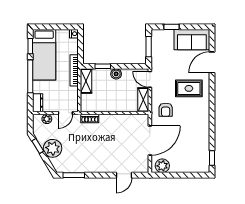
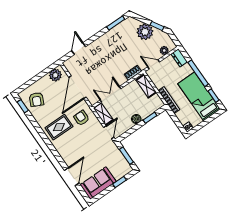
door: (150, 79) -> (109, 132), hinge flipped
shelving: (86, 81) -> (146, 86), moved
rug: (189, 88) -> (59, 127), moved
door: (65, 113) -> (154, 64), hinge flipped
double door: (124, 113) -> (110, 94), added
armchair: (195, 155) -> (36, 99), added

